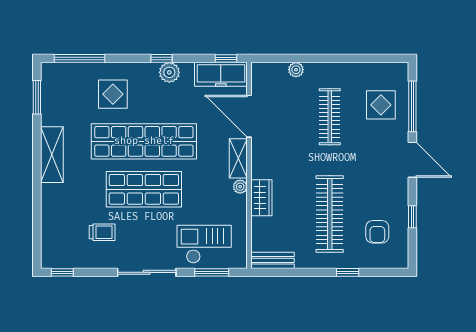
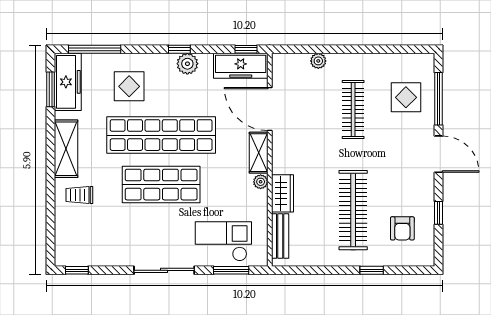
freezer: (54, 90) -> (68, 82), added
trolley: (102, 232) -> (79, 195), moved, turned 180
bench: (272, 260) -> (280, 236), moved, turned 90

